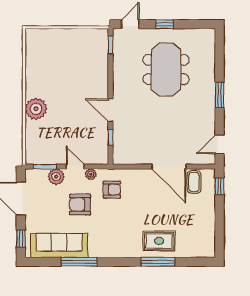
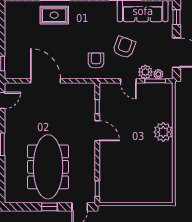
meeting table: (166, 69) -> (48, 167), width x1.36
plant: (91, 174) -> (158, 74), moved
coffee table: (194, 182) -> (23, 67), removed
armchair: (112, 190) -> (96, 61), turned 90
armchair: (80, 205) -> (124, 47), turned -70

